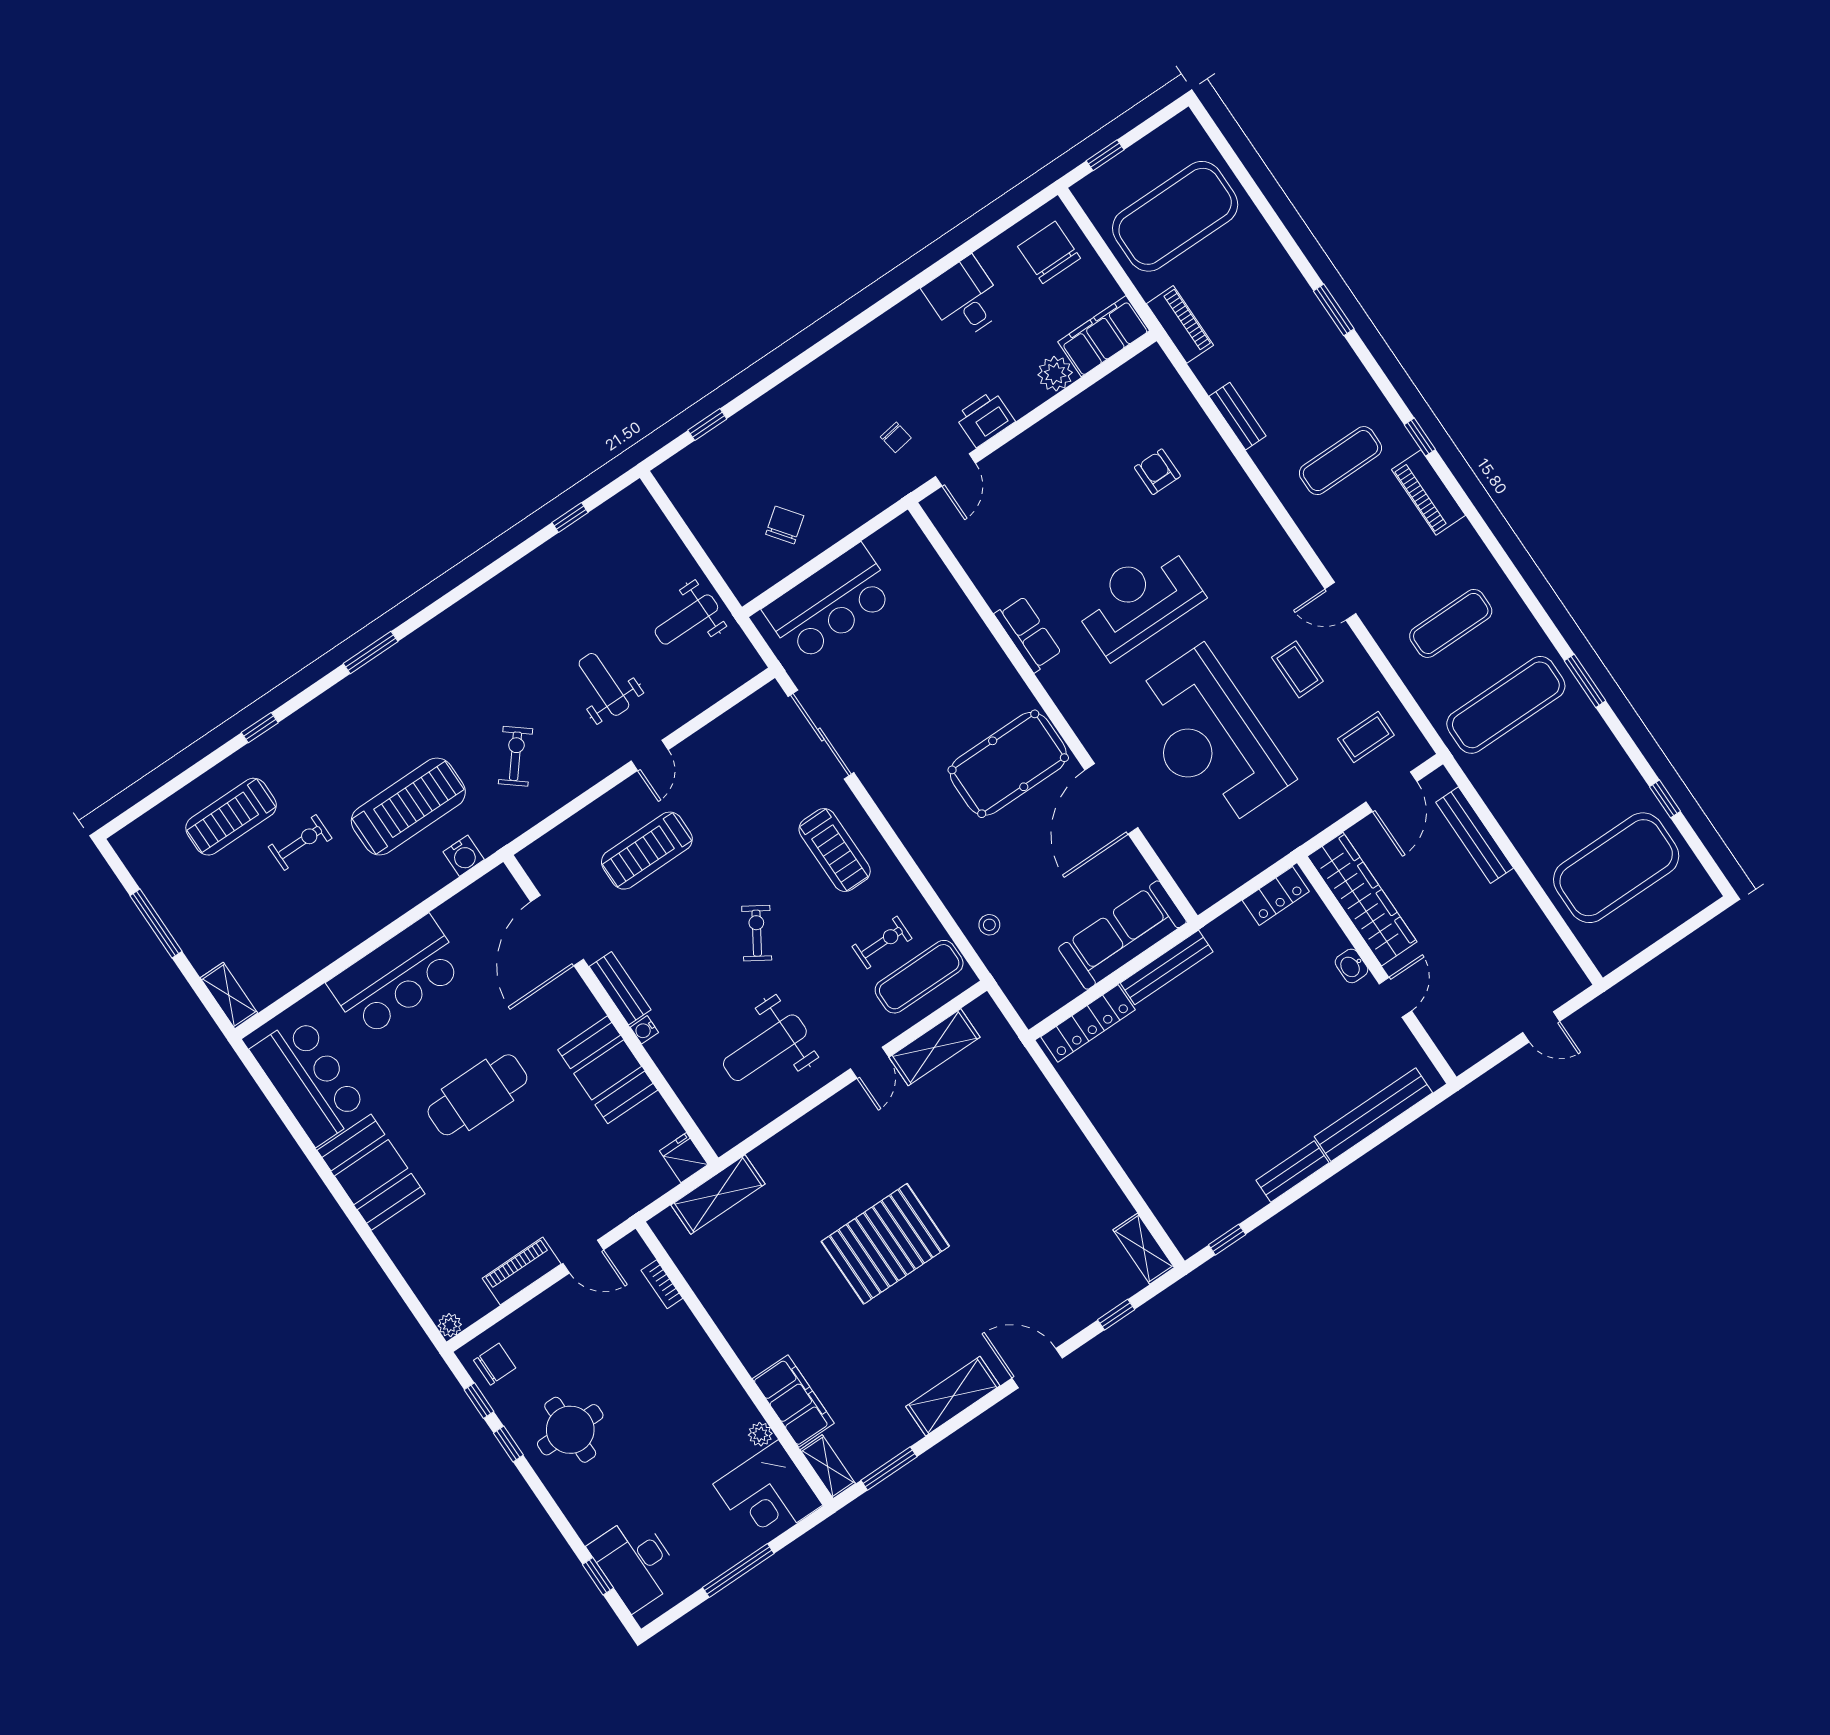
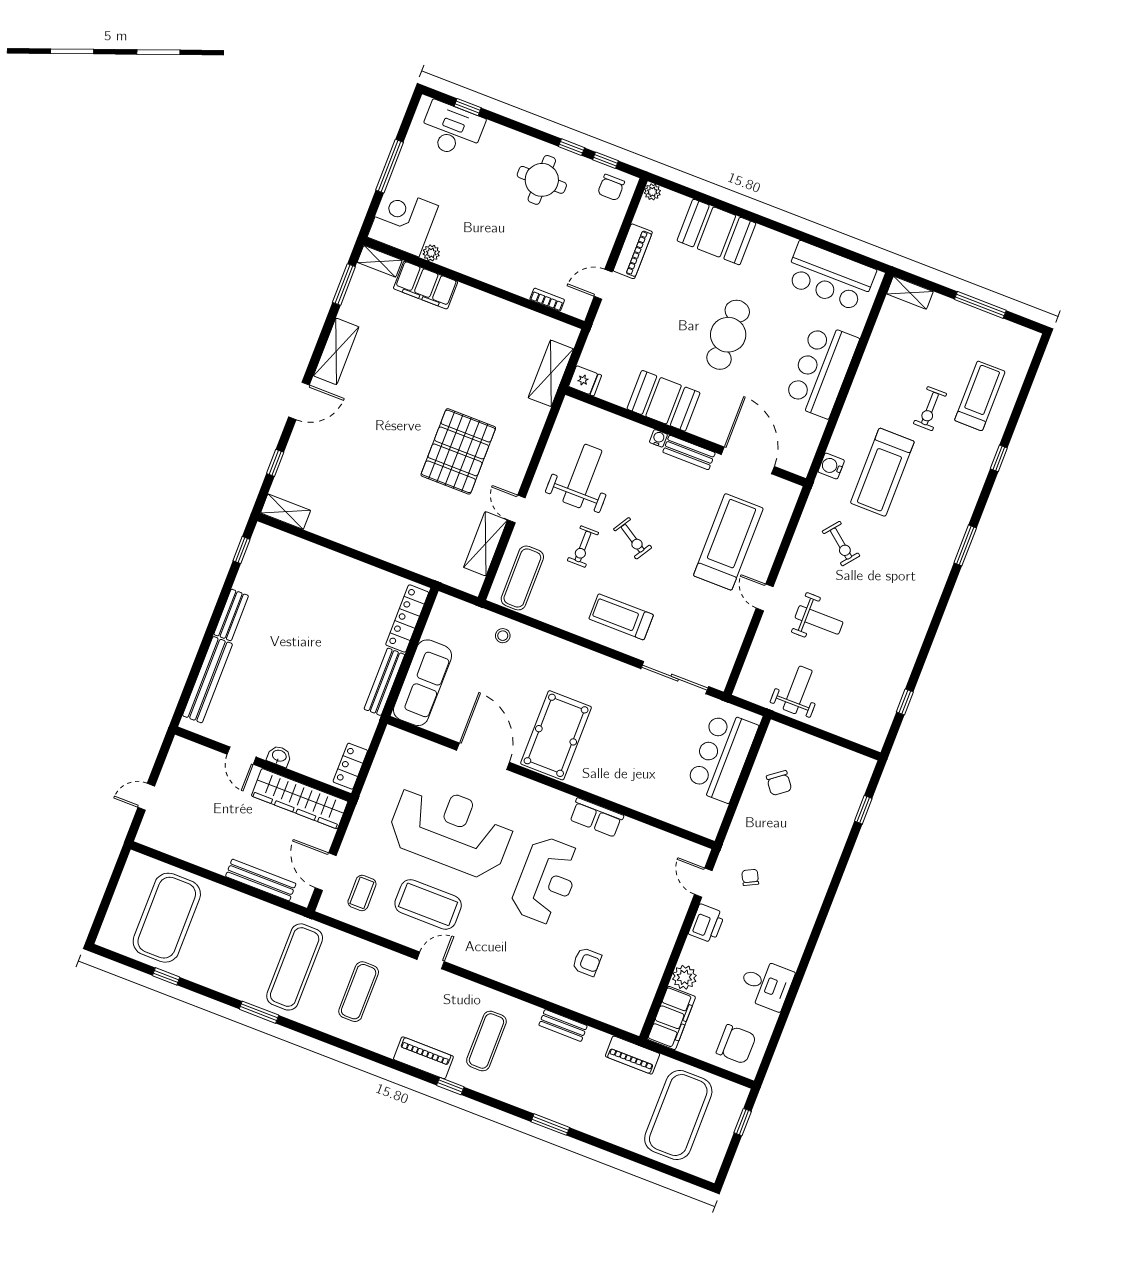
chair: (896, 437) -> (750, 877), turned 72
coffee table: (1297, 669) -> (428, 904), width x1.86, depth x1.72
treadmill: (647, 851) -> (728, 542), width x1.37, depth x1.38
exercise bike: (882, 942) -> (583, 547), moved
booth: (371, 1172) -> (716, 232), moved
pallet: (885, 1244) -> (458, 451), moved

